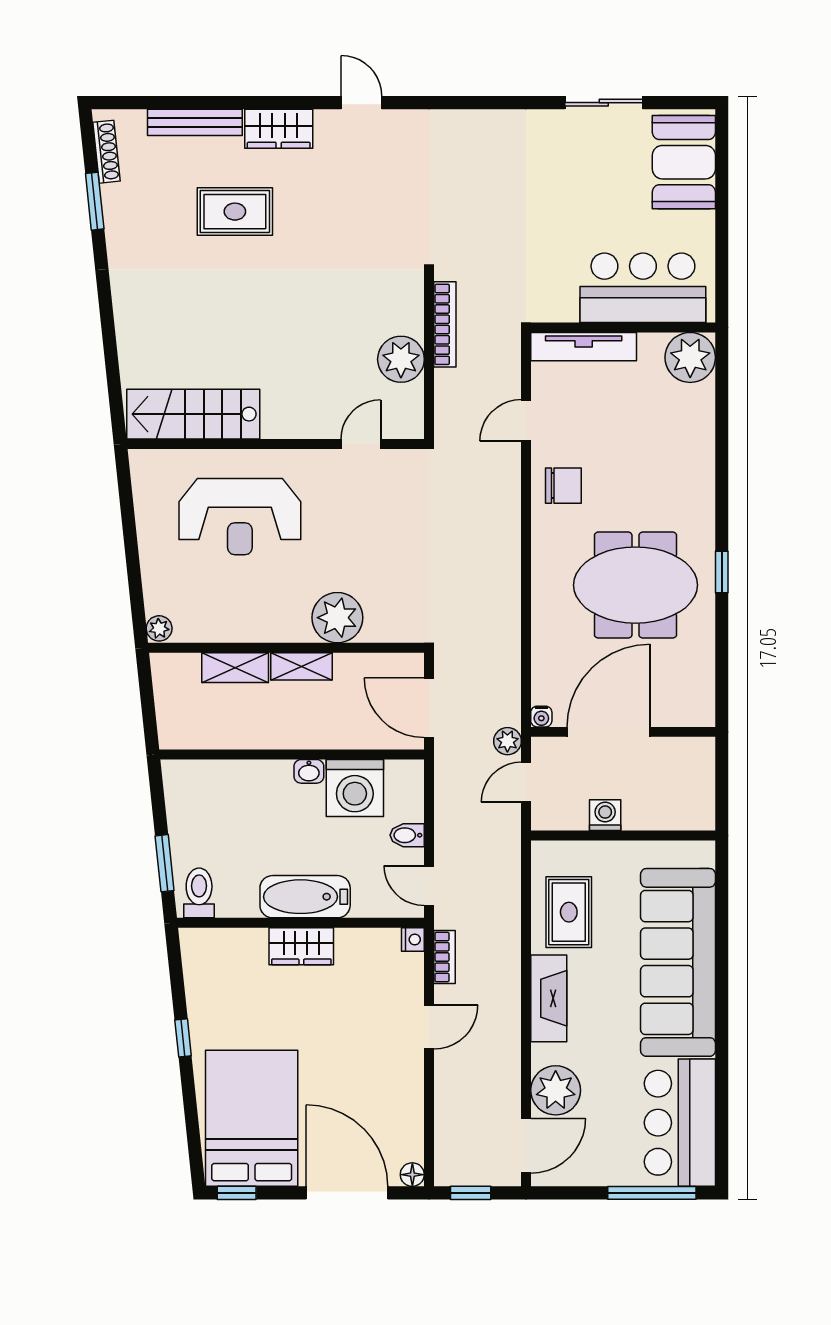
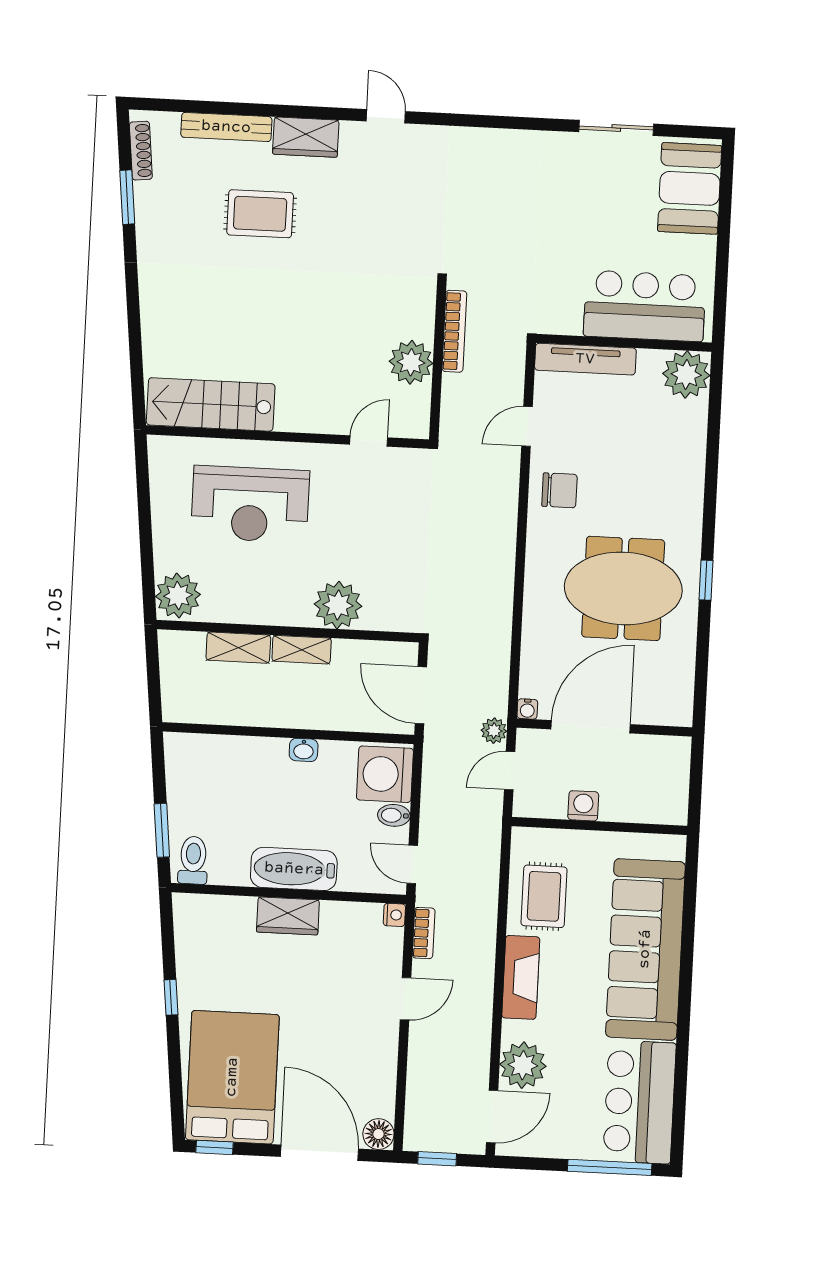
plant: (159, 628) -> (178, 596), width x1.88, depth x1.88
washing machine: (355, 788) -> (385, 774), moved, turned 90
floor lamp: (412, 1175) -> (378, 1134), width x1.37, depth x1.37

